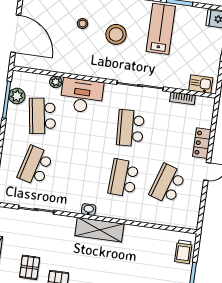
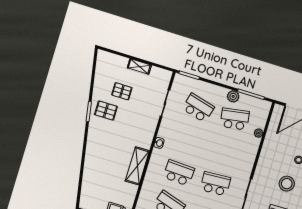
plant: (17, 96) -> (233, 96), moved
desk: (82, 96) -> (245, 151), removed
shelving: (99, 230) -> (137, 166), moved

